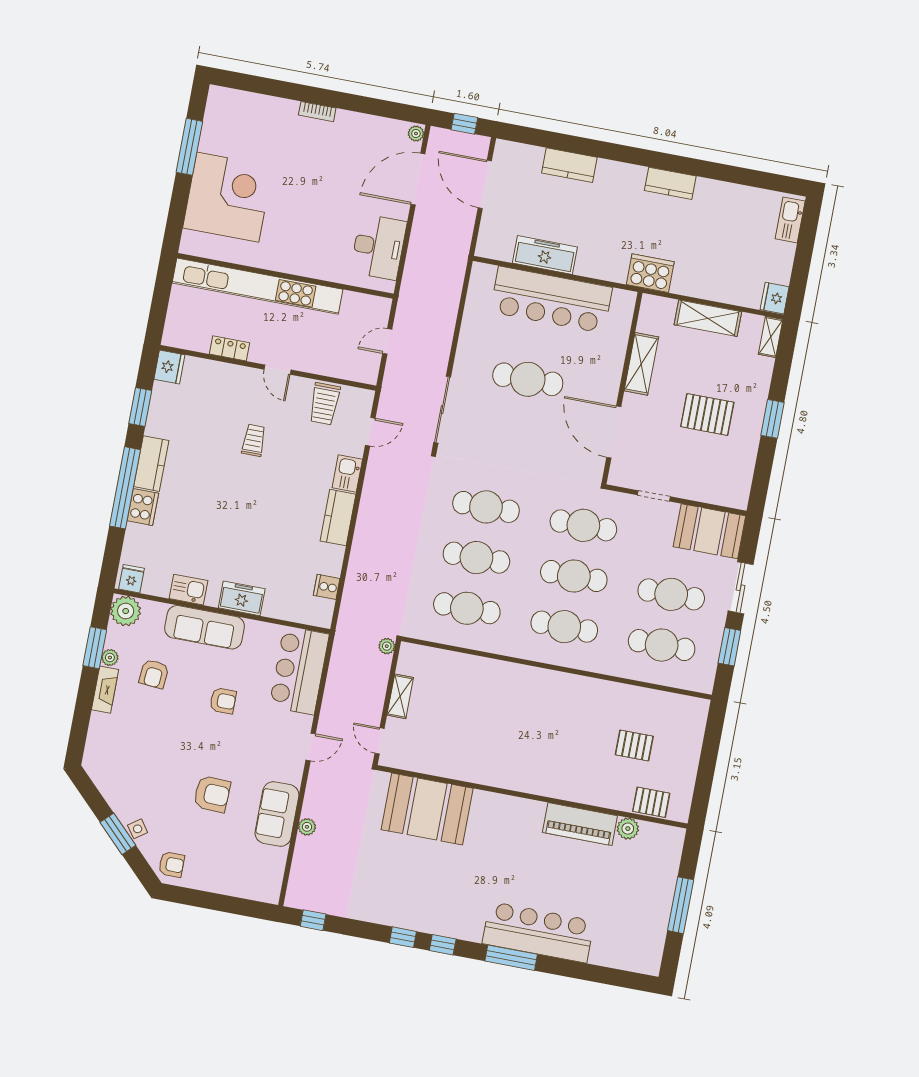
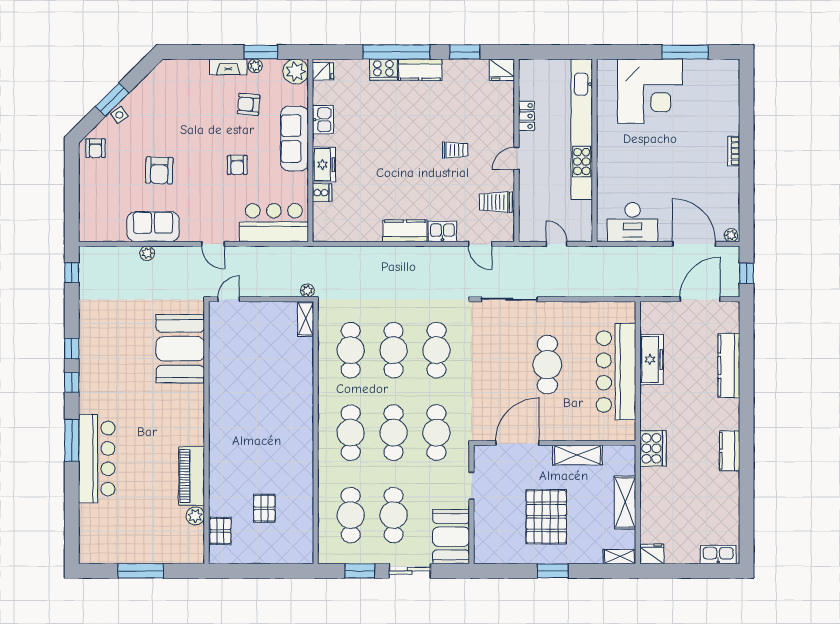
kitchen counter: (569, 165) -> (729, 366), width x1.50
pallet: (707, 414) -> (546, 517), width x1.37, depth x1.41
cooker: (327, 587) -> (322, 193), moved, turned 90
shelving: (400, 696) -> (306, 319), moved, turned 90

